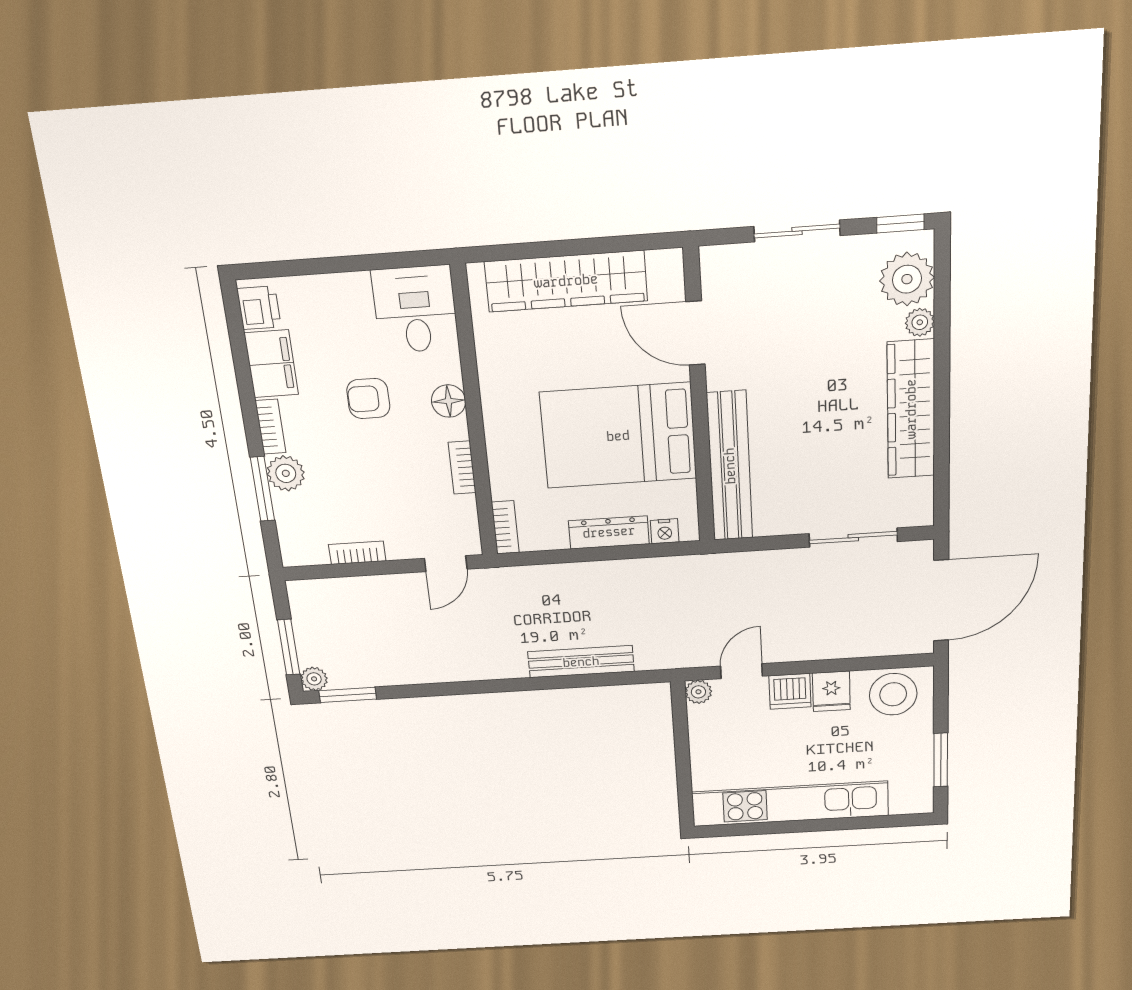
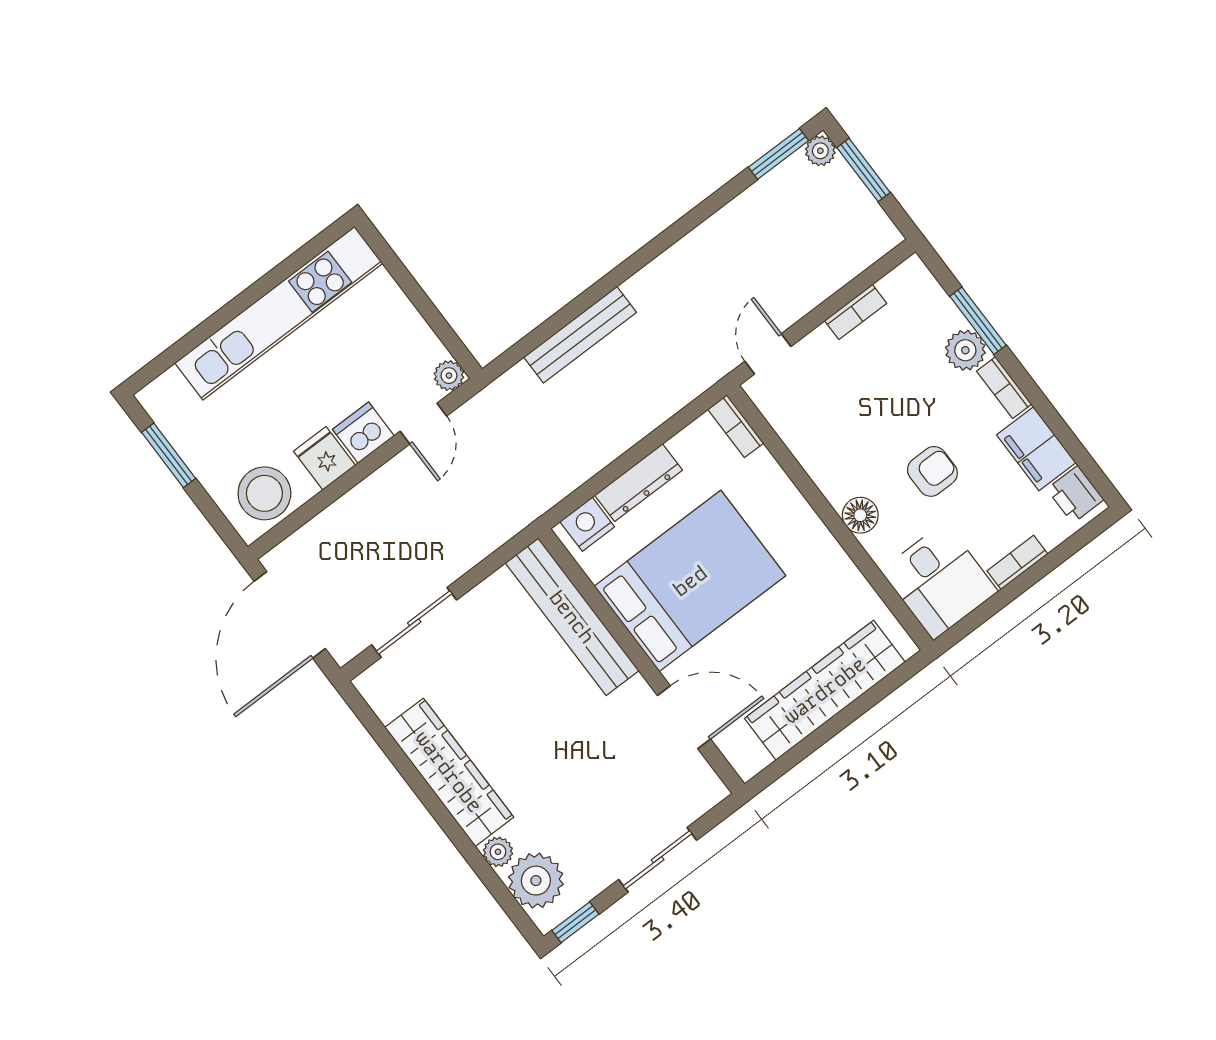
bookcase: (462, 468) -> (1017, 562), moved, turned -90
nightstand: (665, 531) -> (587, 524), width x1.39, depth x1.35

